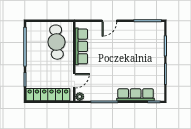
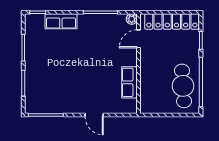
door: (109, 21) -> (94, 115), swing flipped
cafe table: (56, 42) -> (183, 86), moved
row of seats: (81, 46) -> (129, 82), width x0.68
row of seats: (136, 95) -> (61, 21), width x0.68

